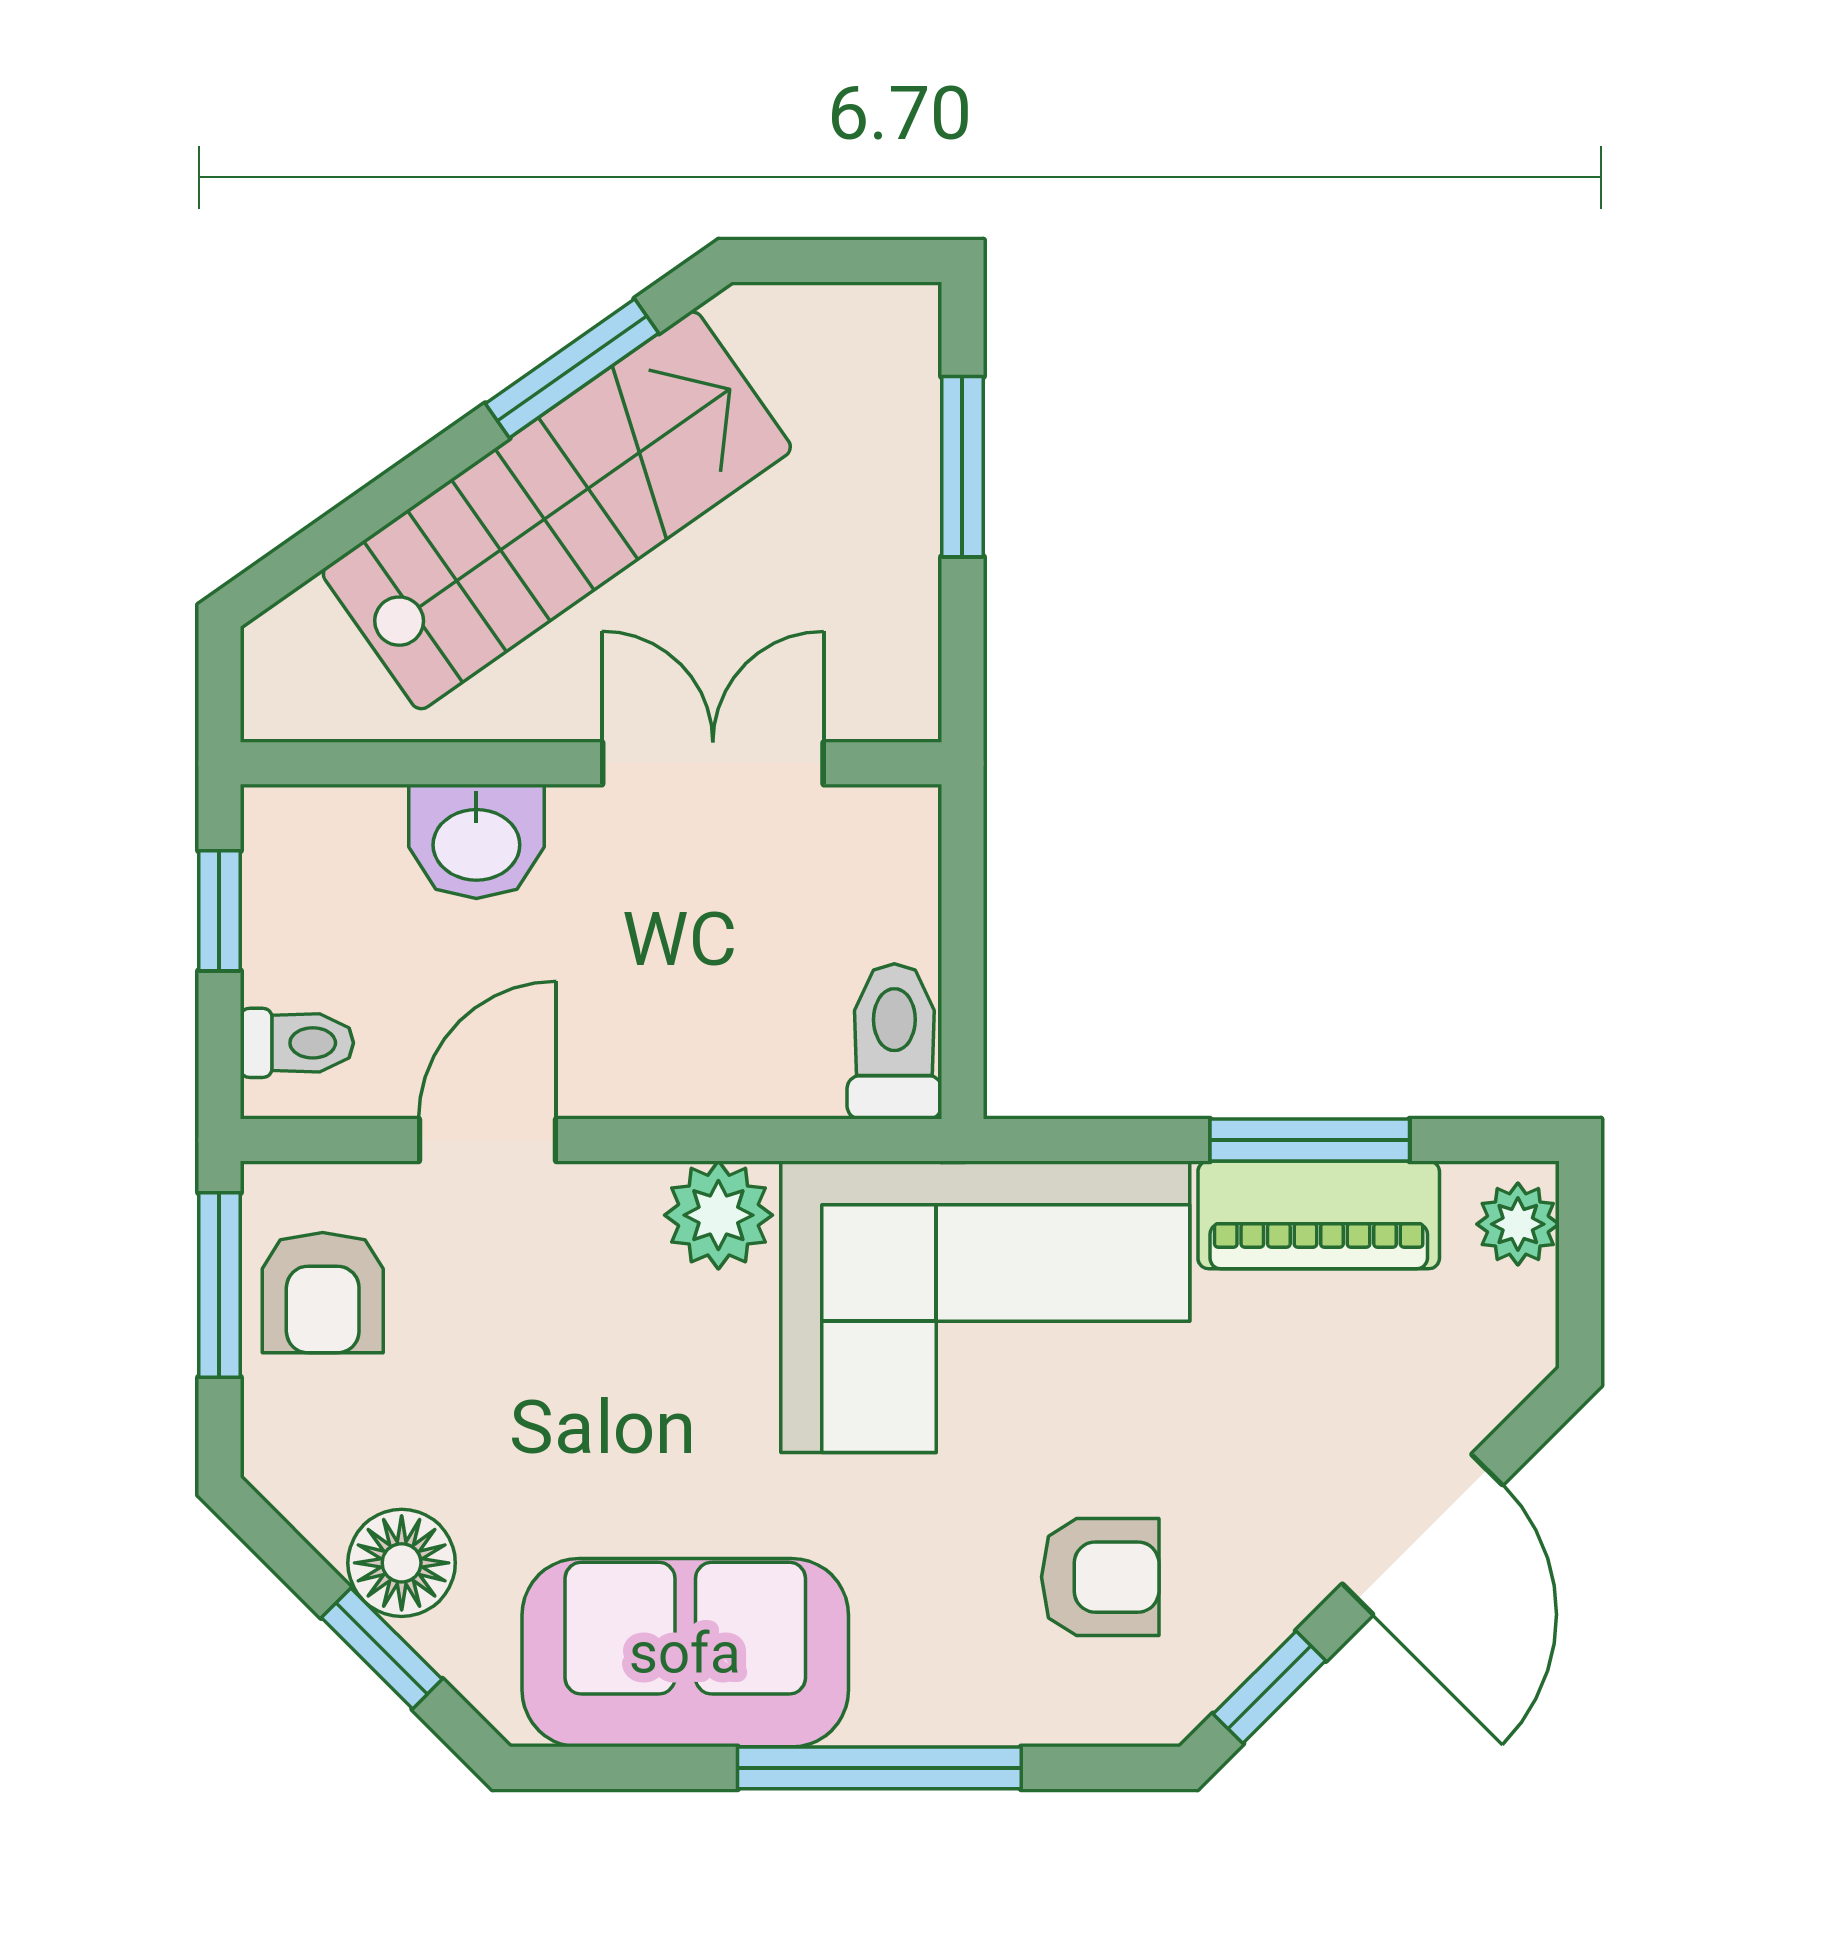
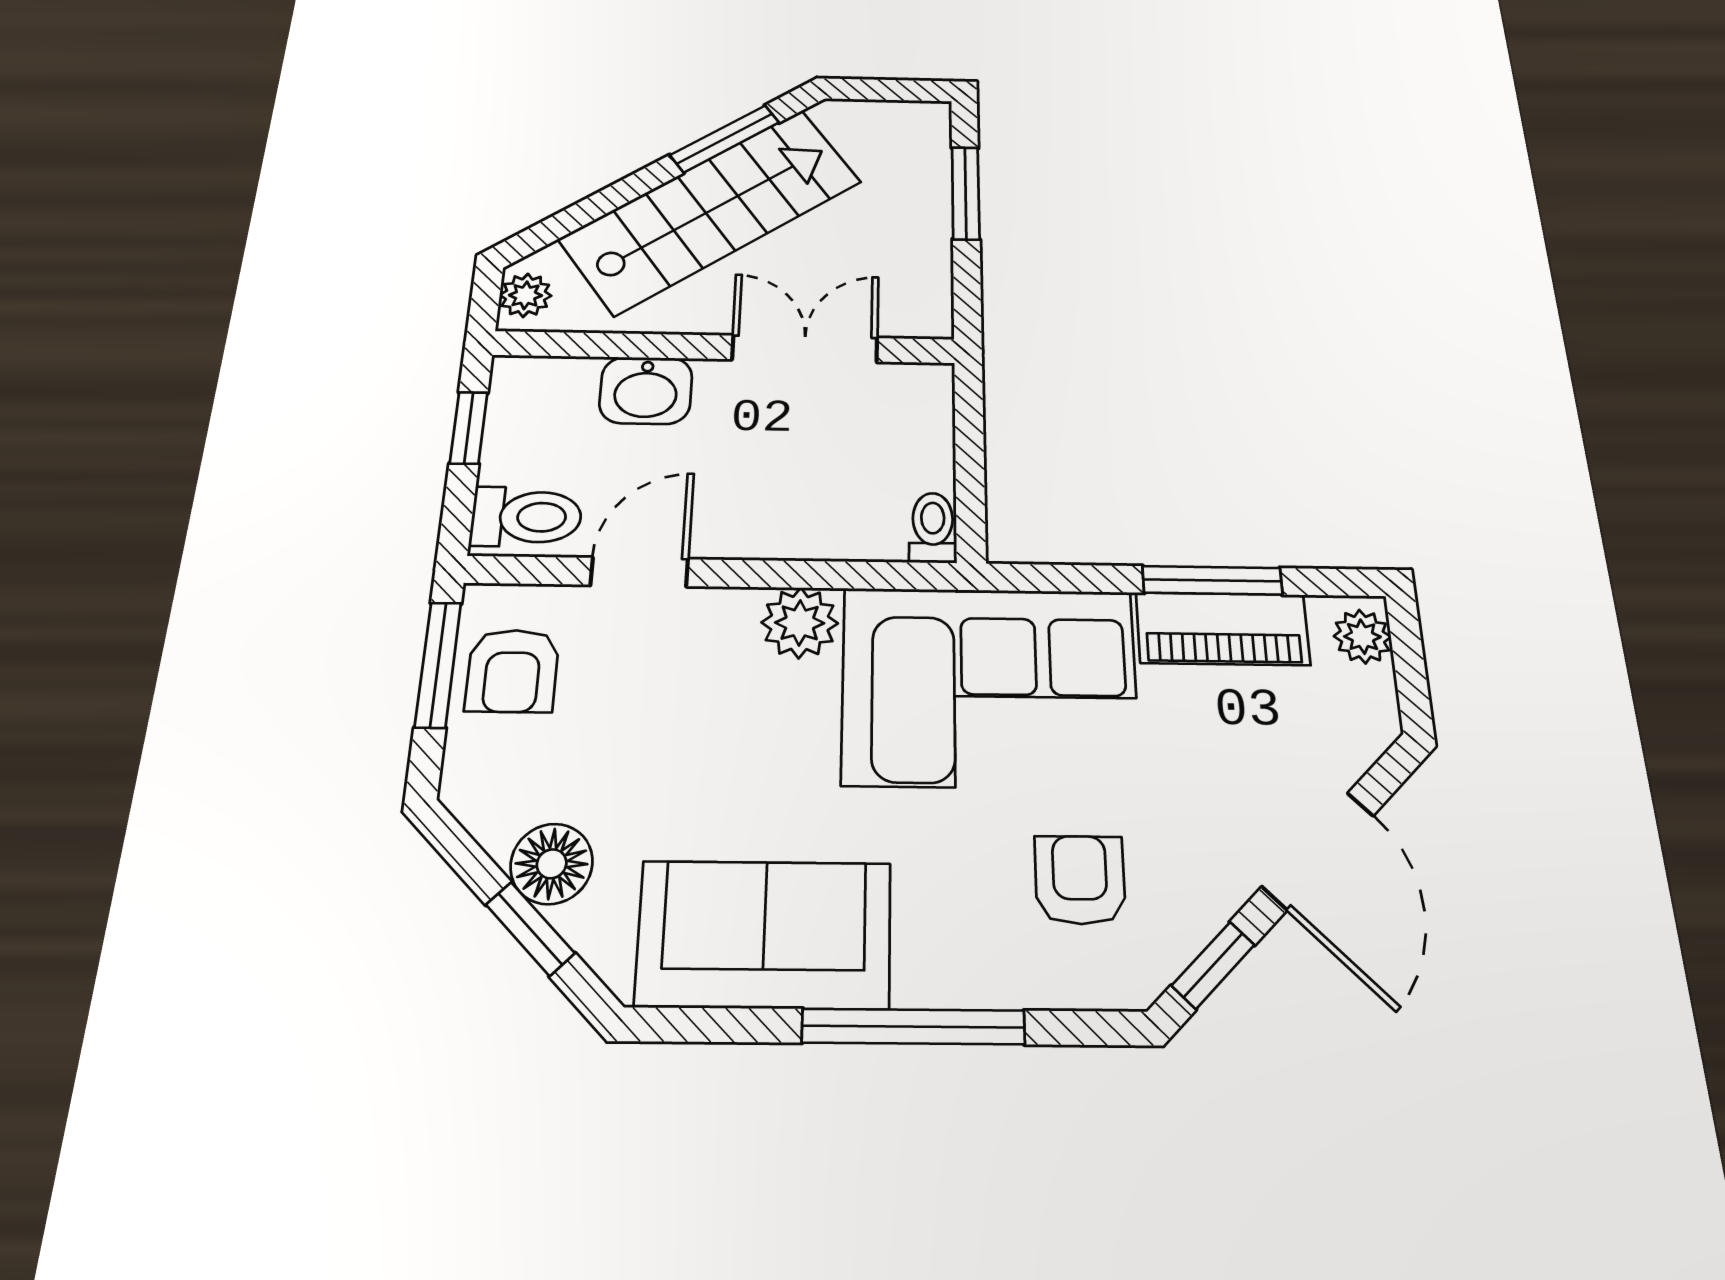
plant: (280, 677) -> (525, 295), added
toilet: (894, 1041) -> (933, 528), width x0.73, depth x0.72
toilet: (297, 1043) -> (526, 517), width x1.37, depth x1.39
armchair: (1100, 1577) -> (1080, 880), turned -90

